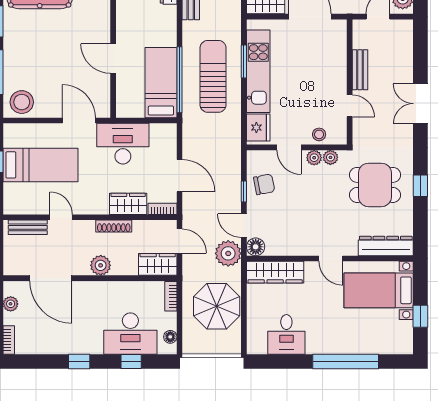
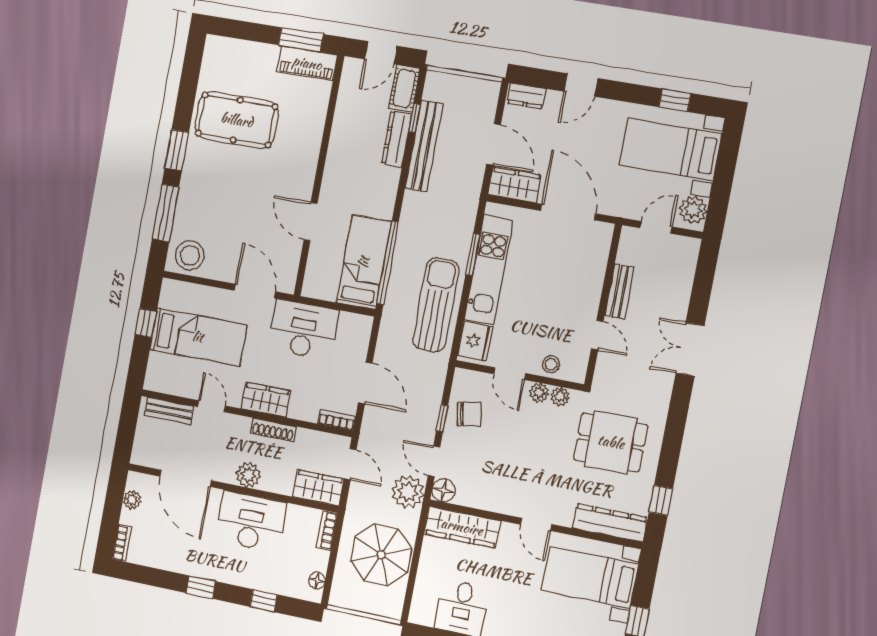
sun lounger: (213, 76) -> (436, 305), moved
window: (420, 186) -> (661, 500), moved
wardrobe: (128, 204) -> (266, 400), moved
desk: (130, 334) -> (251, 522), moved, turned 180

